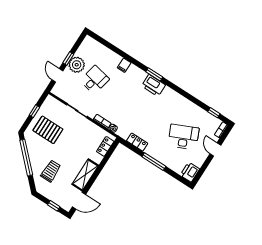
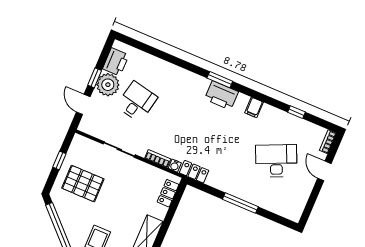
filing cabinet: (124, 65) -> (254, 107), moved
window: (214, 113) -> (296, 112), moved
locker: (137, 142) -> (194, 172), moved
printer: (190, 172) -> (116, 62), moved, turned 180

